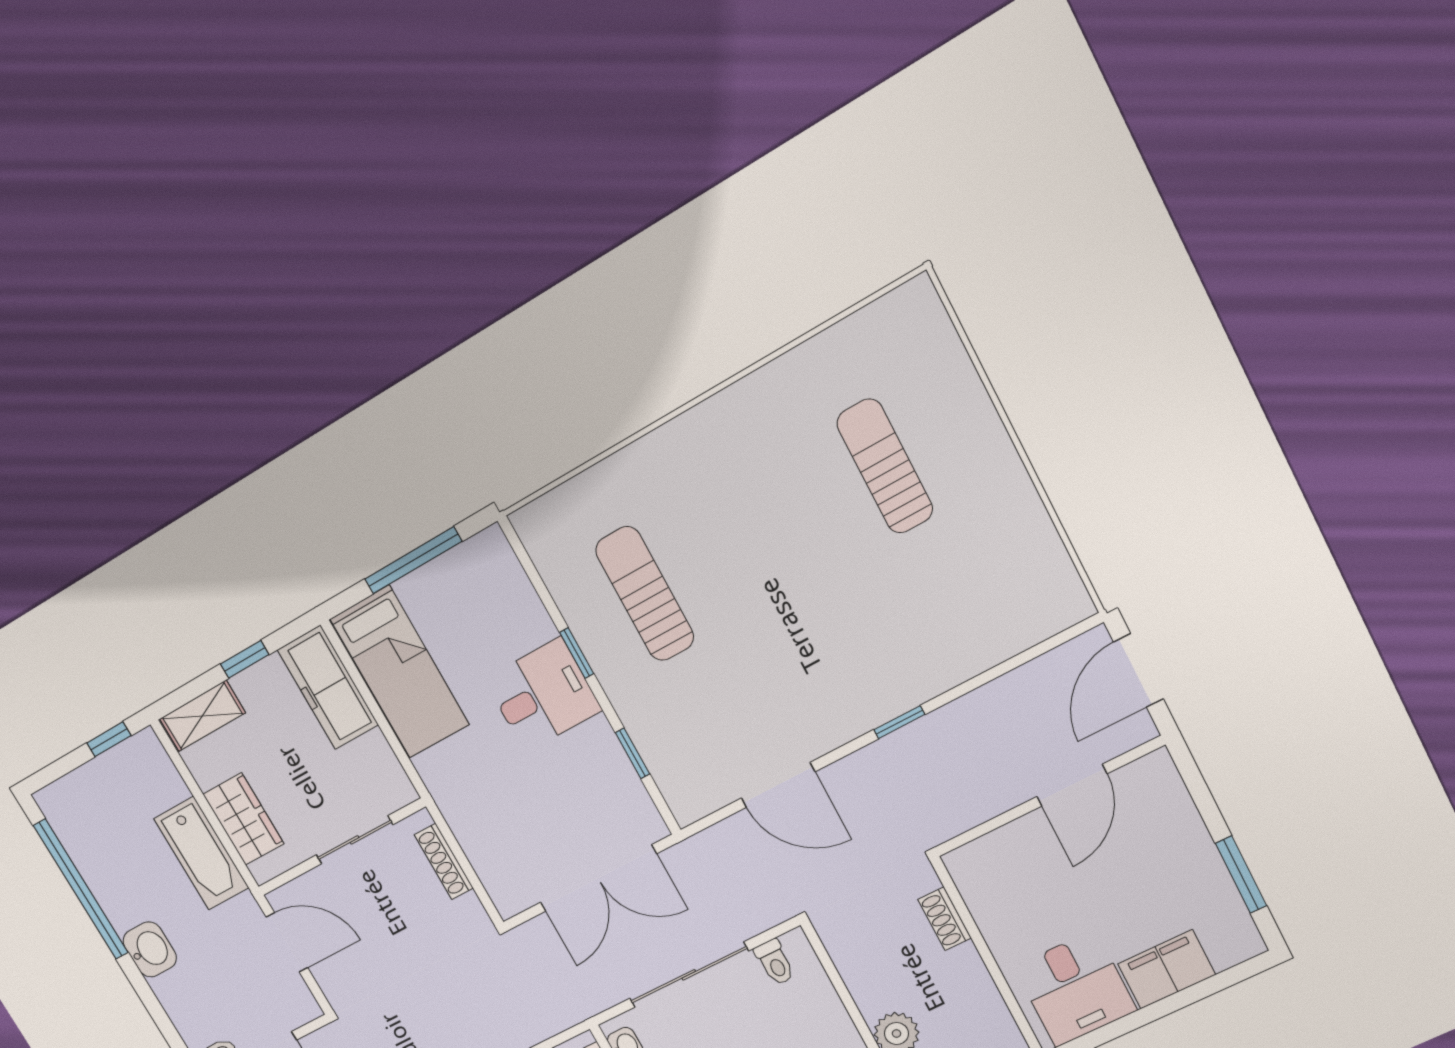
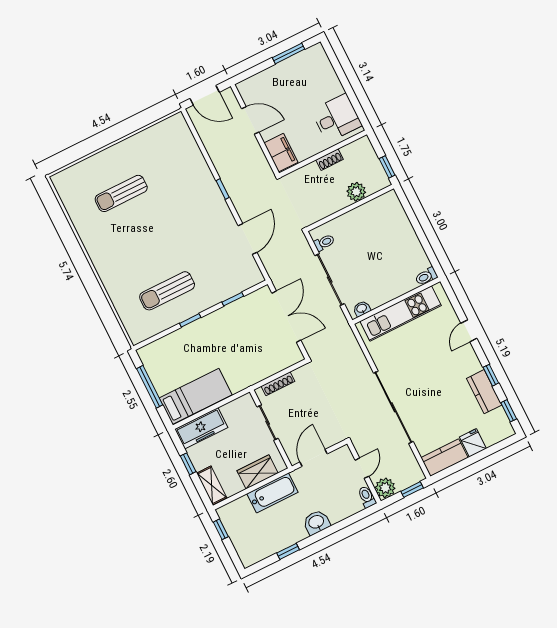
desk: (543, 695) -> (207, 336), removed
window: (81, 889) -> (288, 551), width x0.32
shoe rack: (944, 919) -> (330, 160), moved
filing cabinet: (1167, 969) -> (281, 153), moved, turned 180

